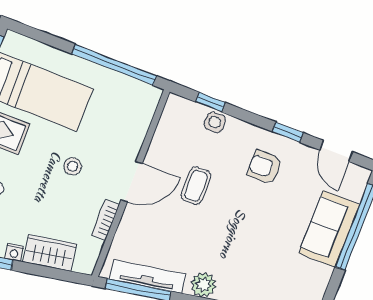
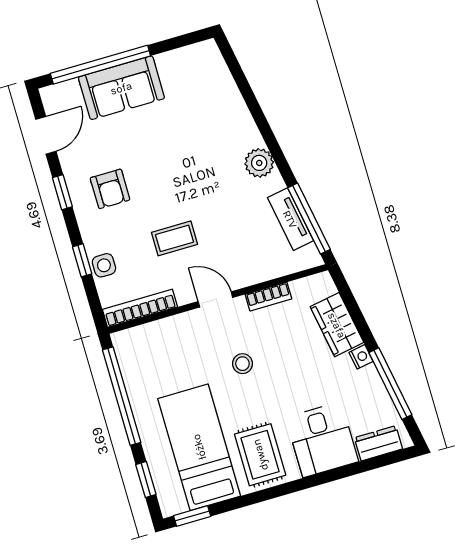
window: (43, 37) -> (146, 480), added
window: (211, 102) -> (82, 260), moved
bookcase: (166, 124) -> (140, 308), added
door: (132, 182) -> (215, 299), width x0.73
tv unit: (148, 277) -> (290, 219), width x0.71

